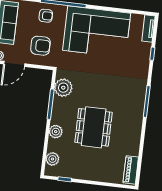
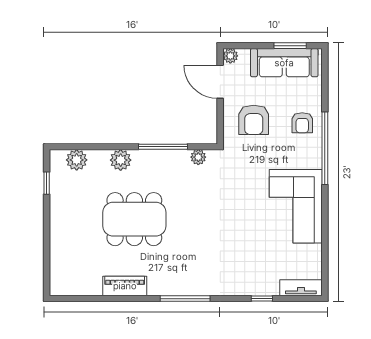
corner sofa: (97, 32) -> (296, 206), width x0.73, depth x0.74
plant: (63, 88) -> (198, 157), width x0.53, depth x0.53
piano: (131, 170) -> (125, 286), moved

